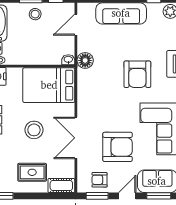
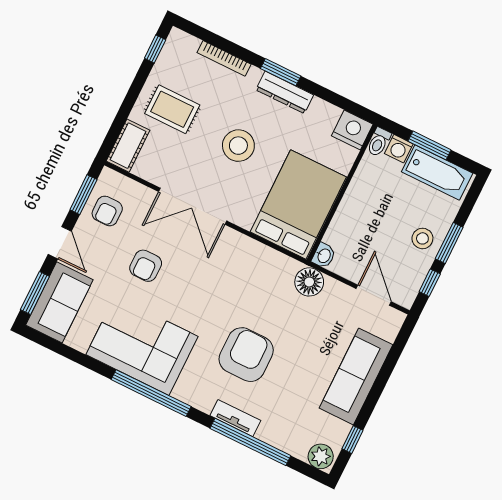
armchair: (137, 74) -> (246, 355), turned 90
double door: (76, 138) -> (193, 206), swing flipped
armchair: (118, 147) -> (146, 266), width x0.53, depth x0.53
rug: (32, 172) -> (172, 109), turned 90
armchair: (99, 180) -> (107, 211), turned 180

